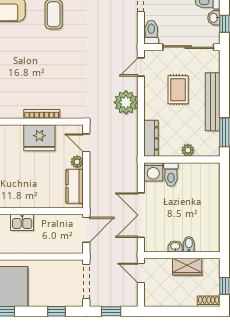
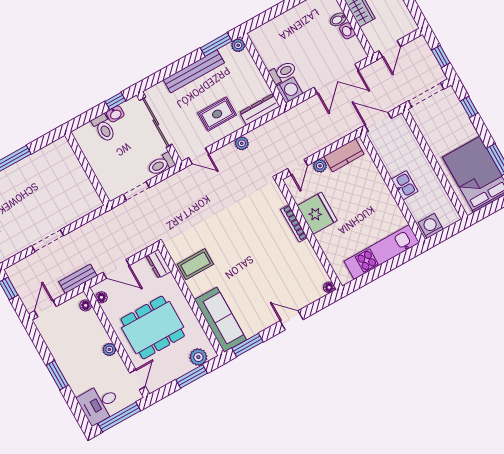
rug: (178, 90) -> (217, 114), moved
plant: (126, 102) -> (242, 143), width x0.53, depth x0.53
plant: (188, 150) -> (238, 45), moved

